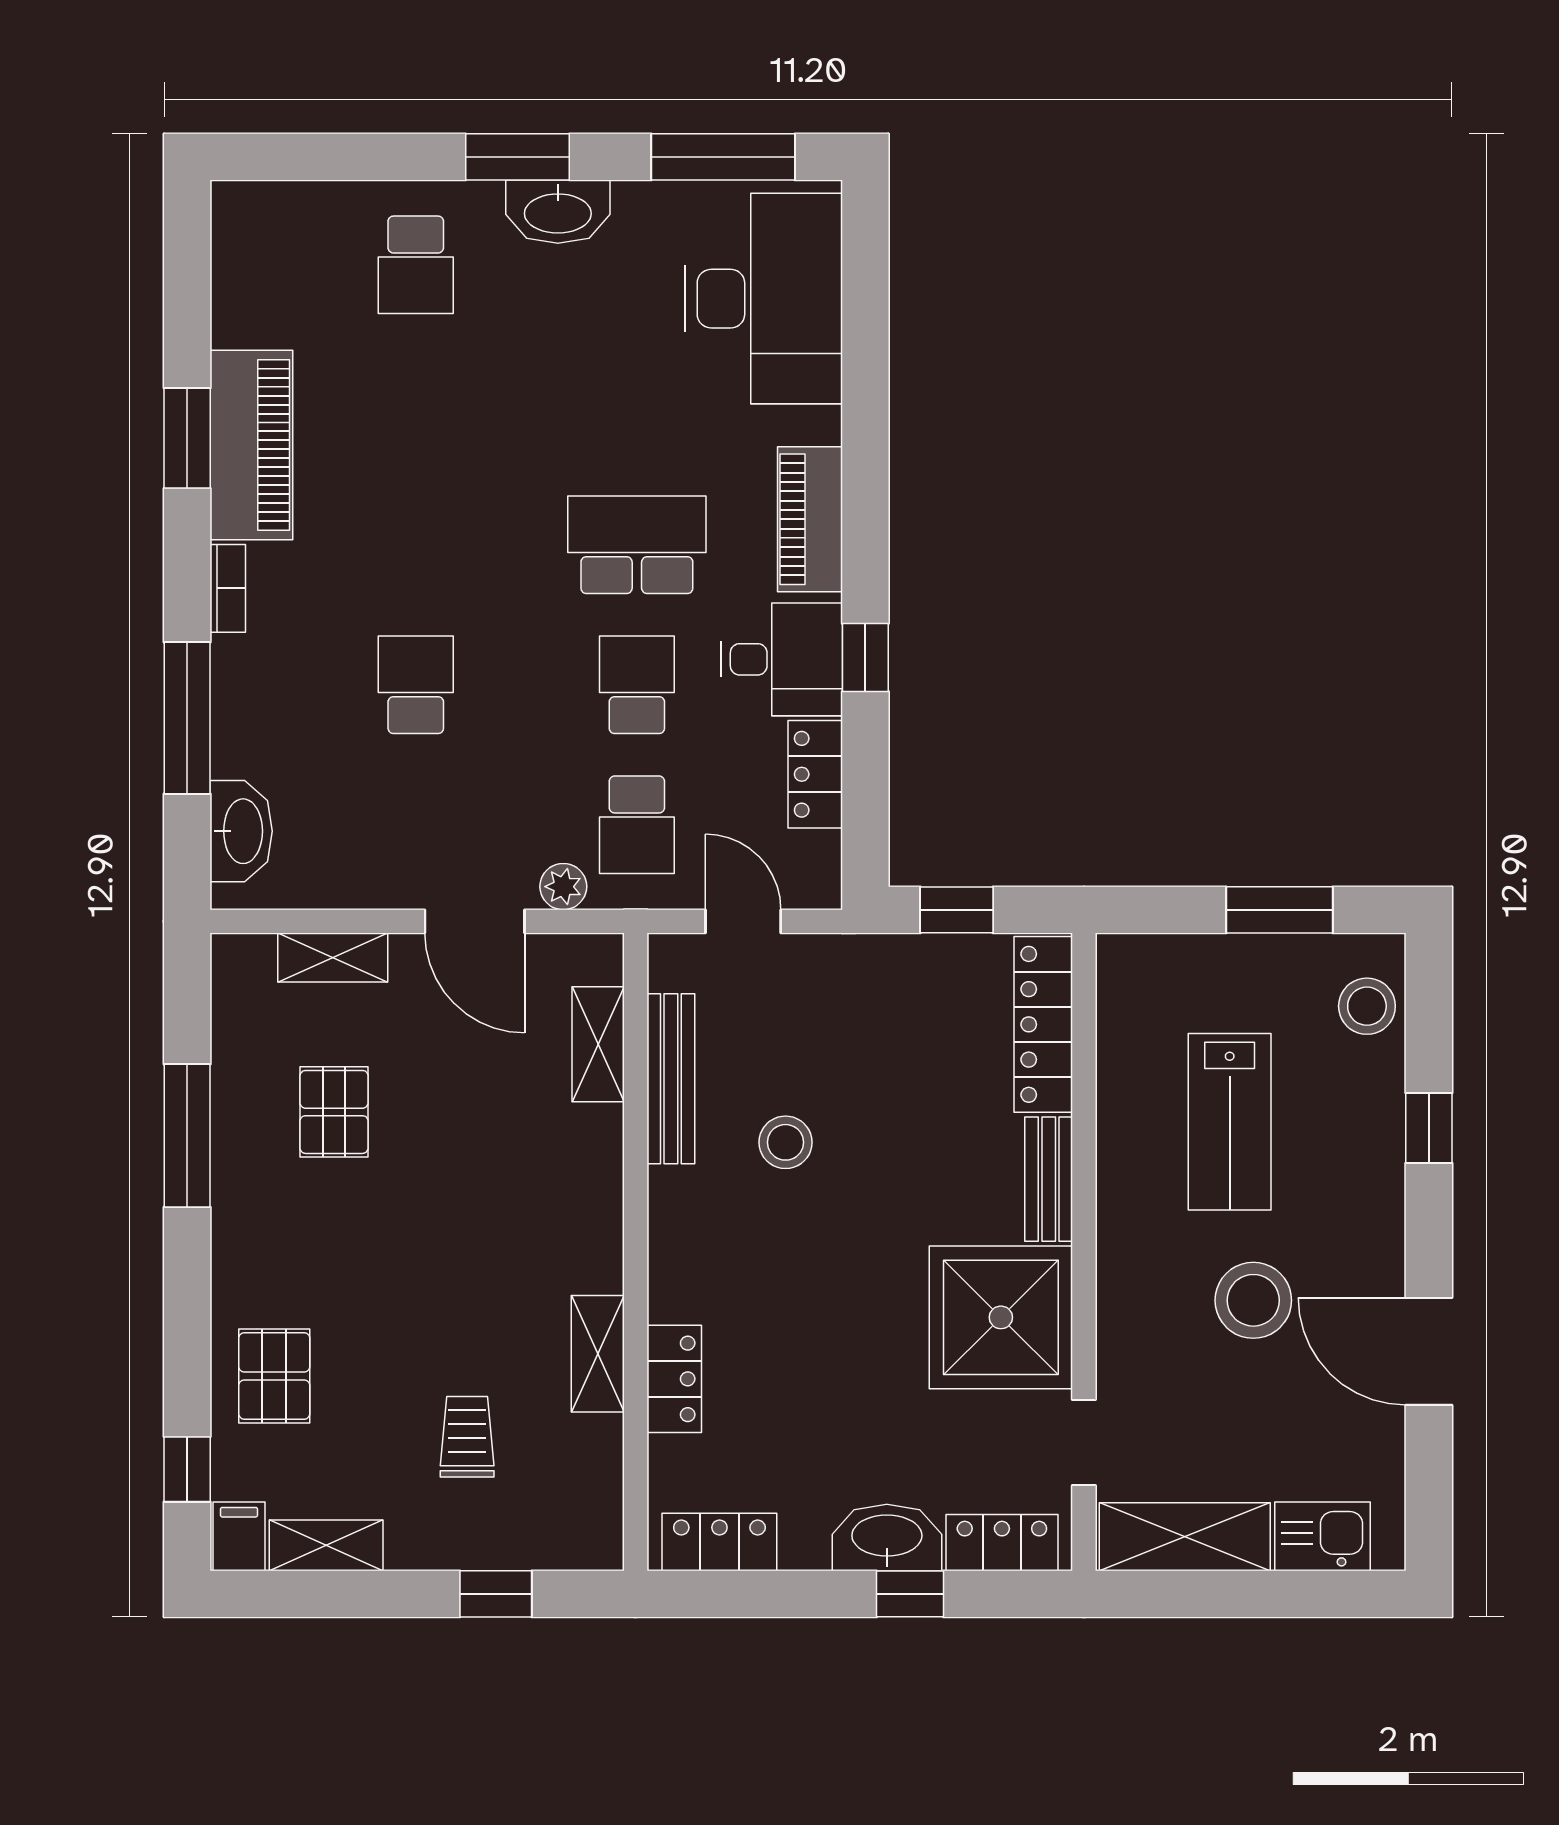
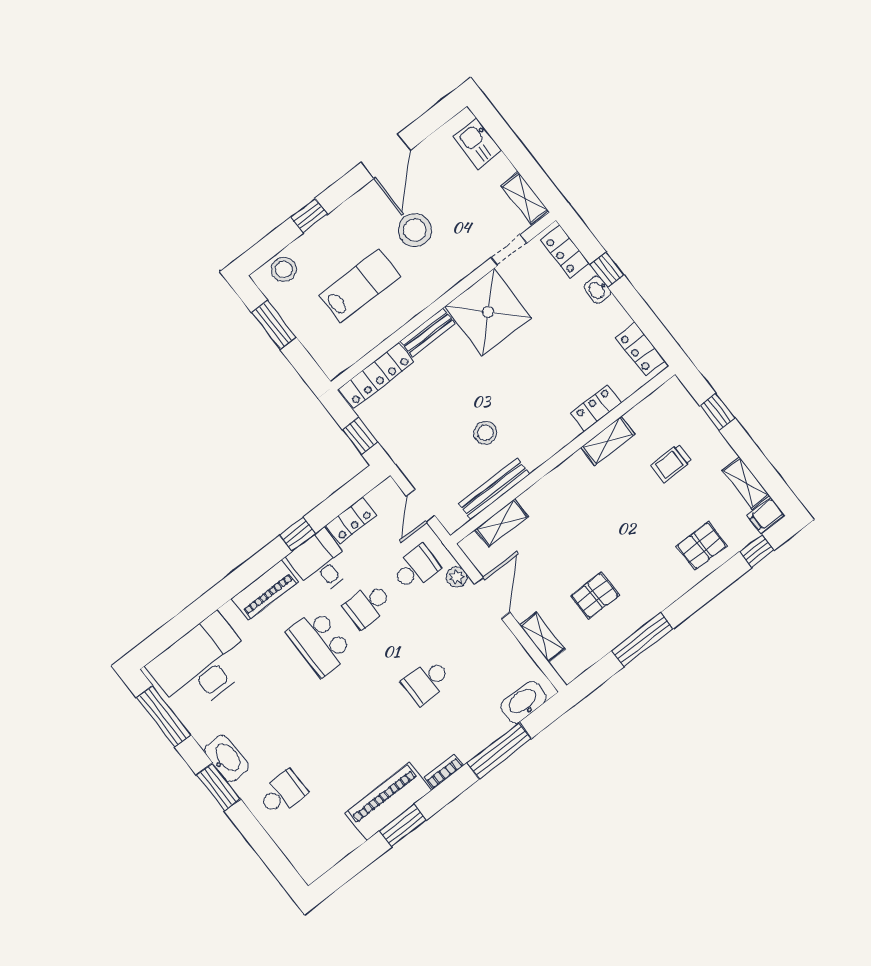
shelving: (1185, 1537) -> (525, 198), width x0.67, depth x0.75
washbasin: (887, 1538) -> (597, 290), width x0.52, depth x0.69

